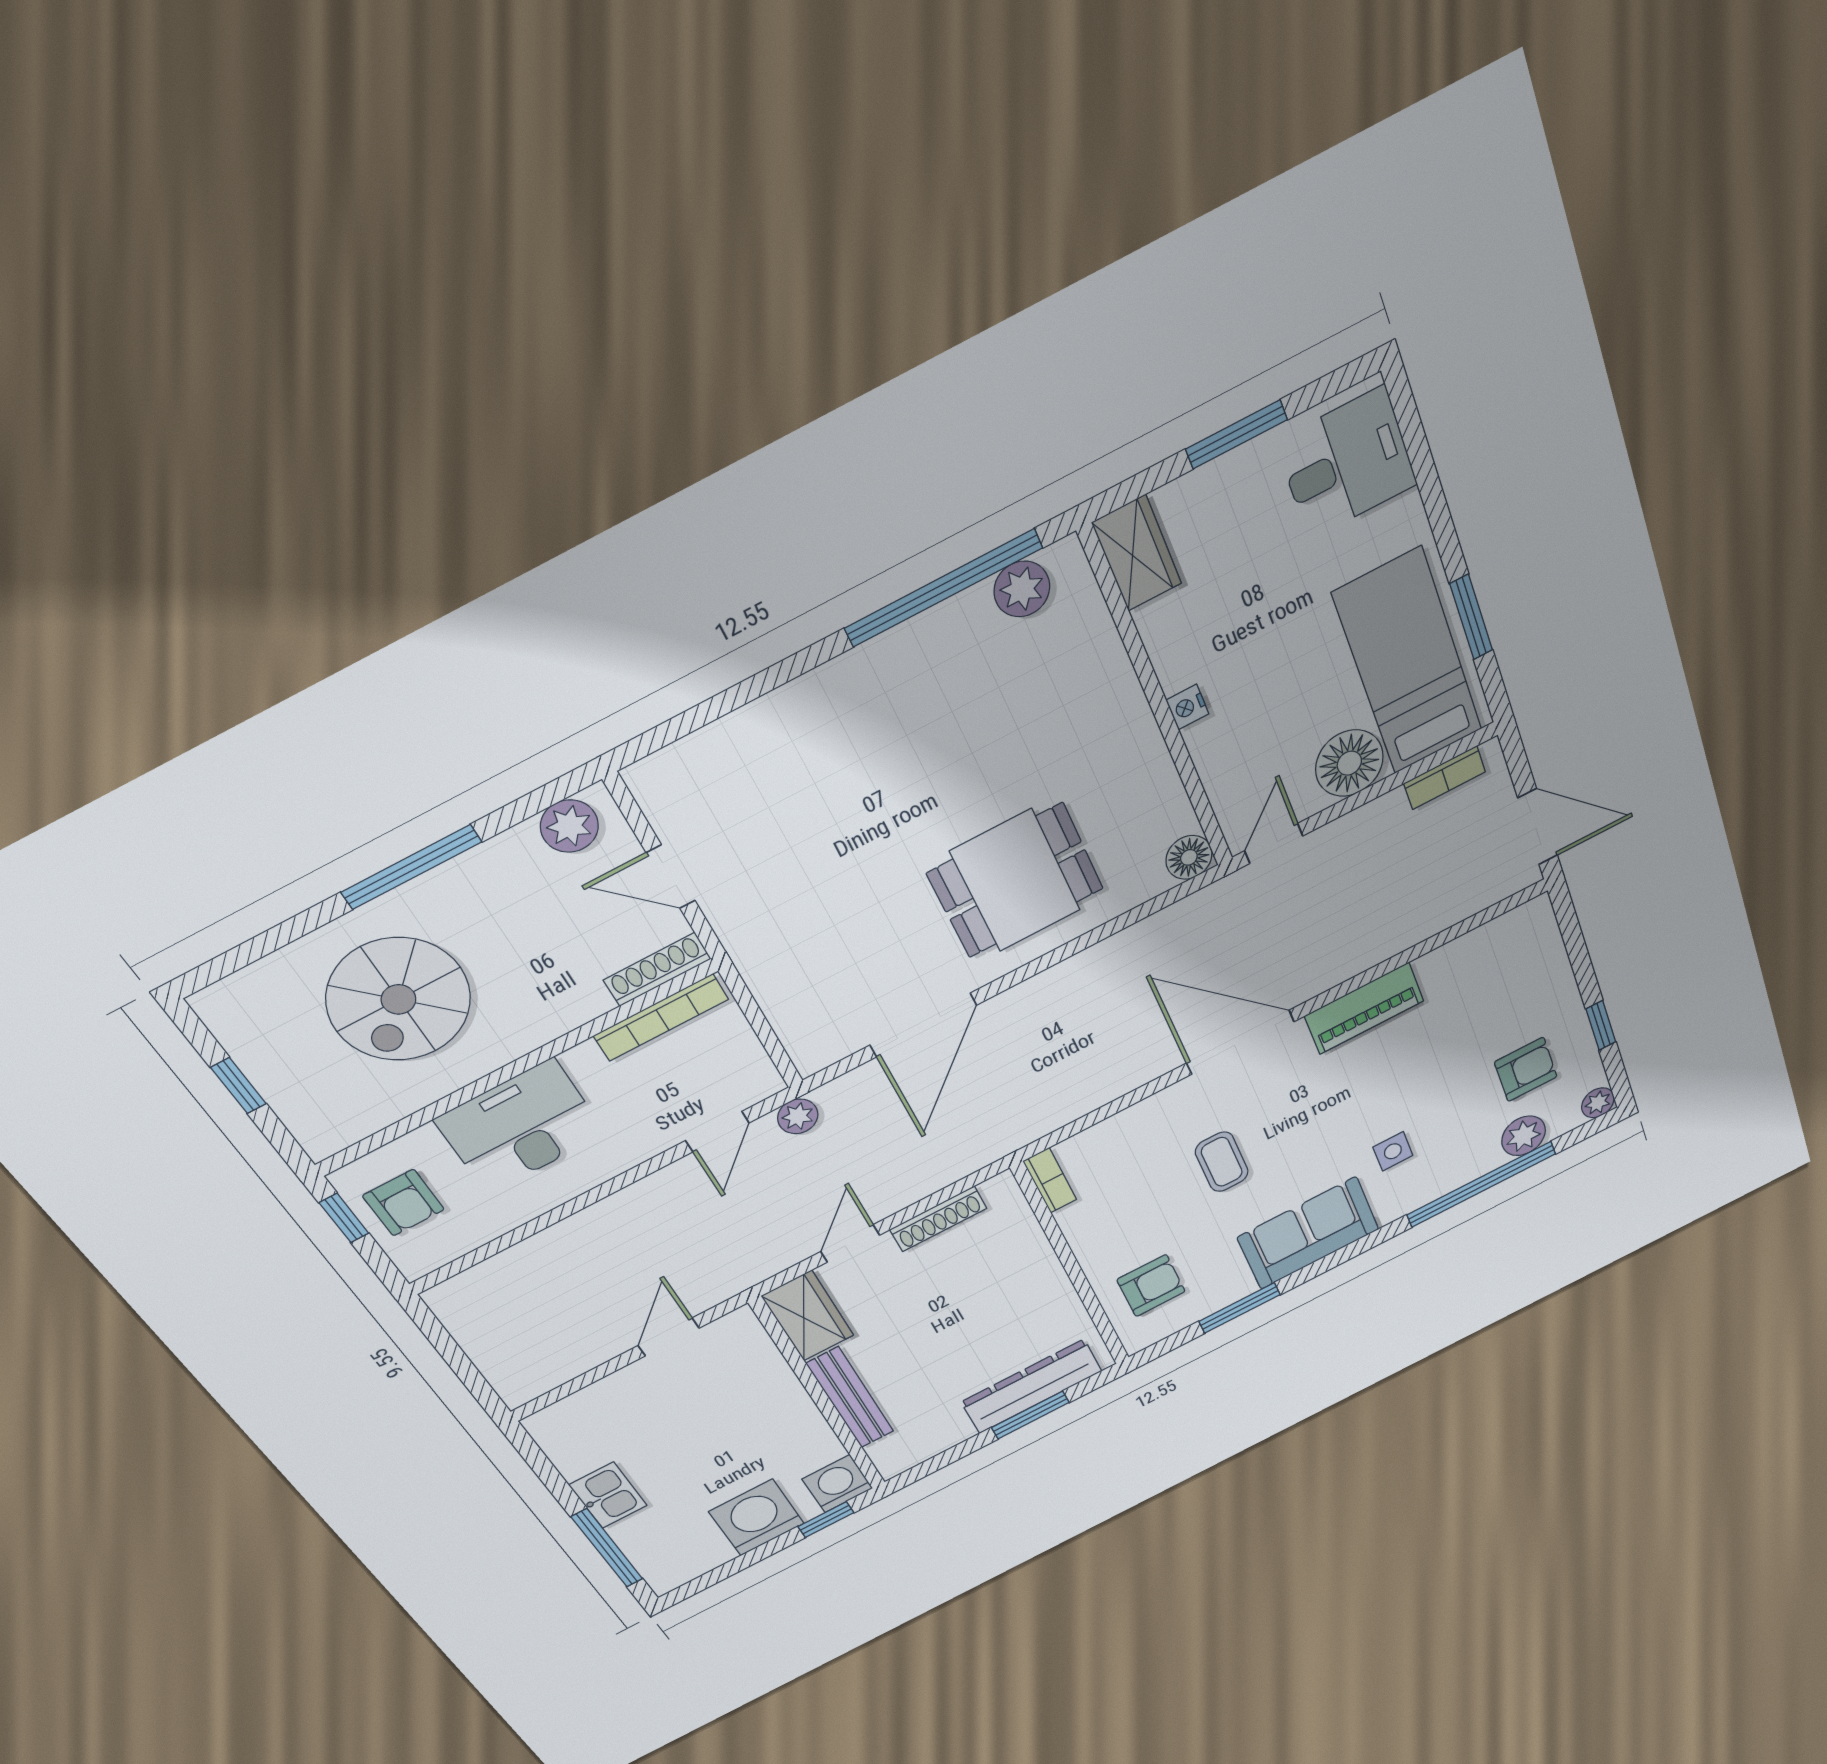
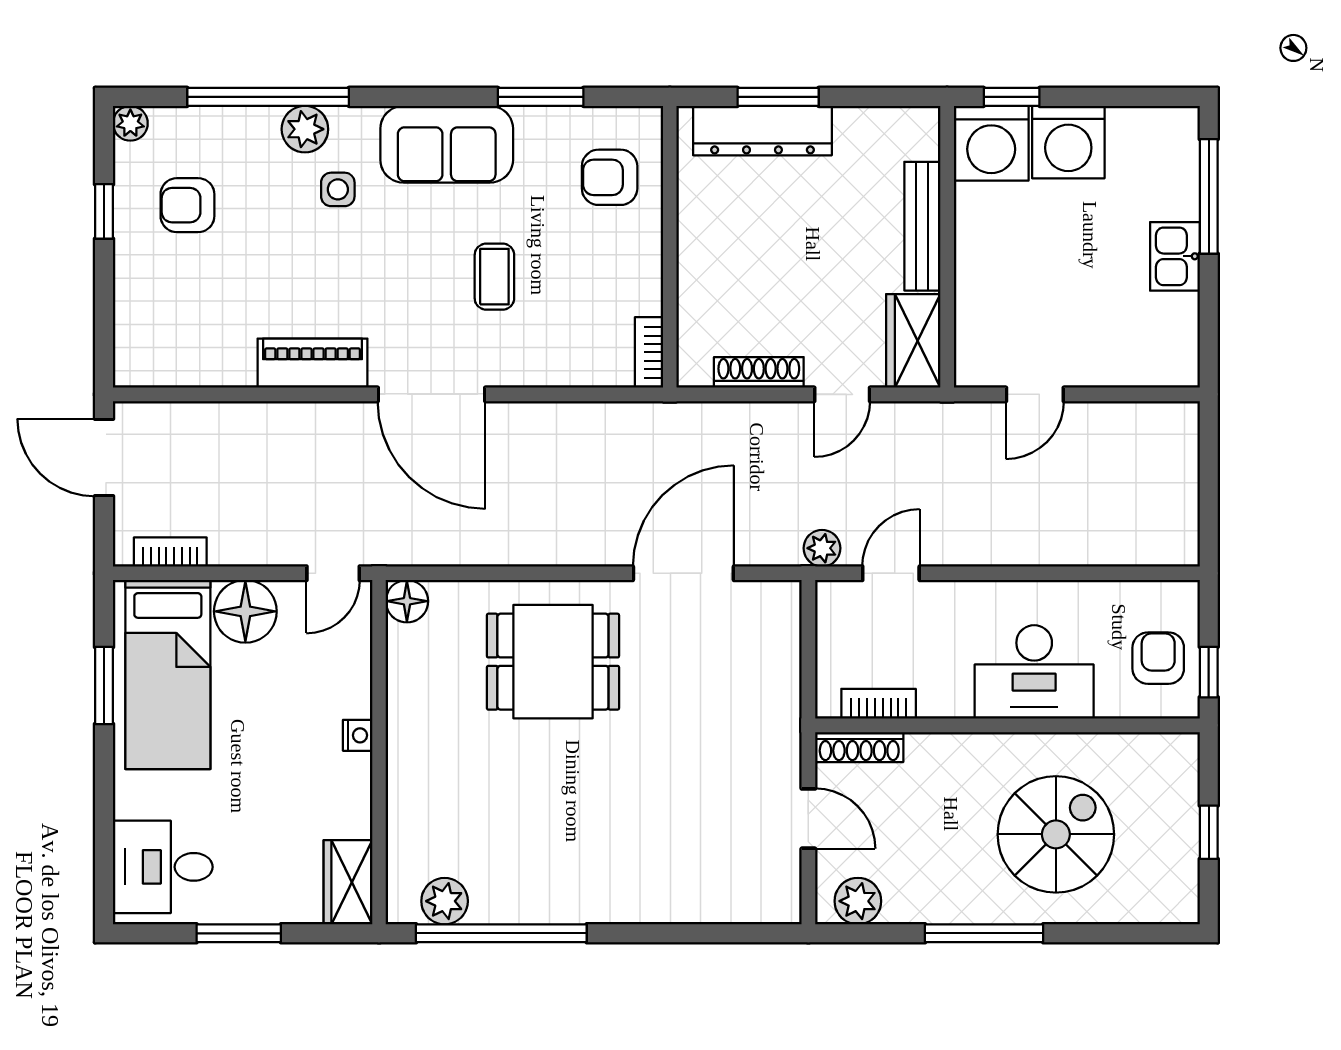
bookcase: (661, 1018) -> (879, 704), width x0.64
plant: (1524, 1136) -> (305, 129), moved
washing machine: (837, 1484) -> (991, 143), width x1.37, depth x1.37

